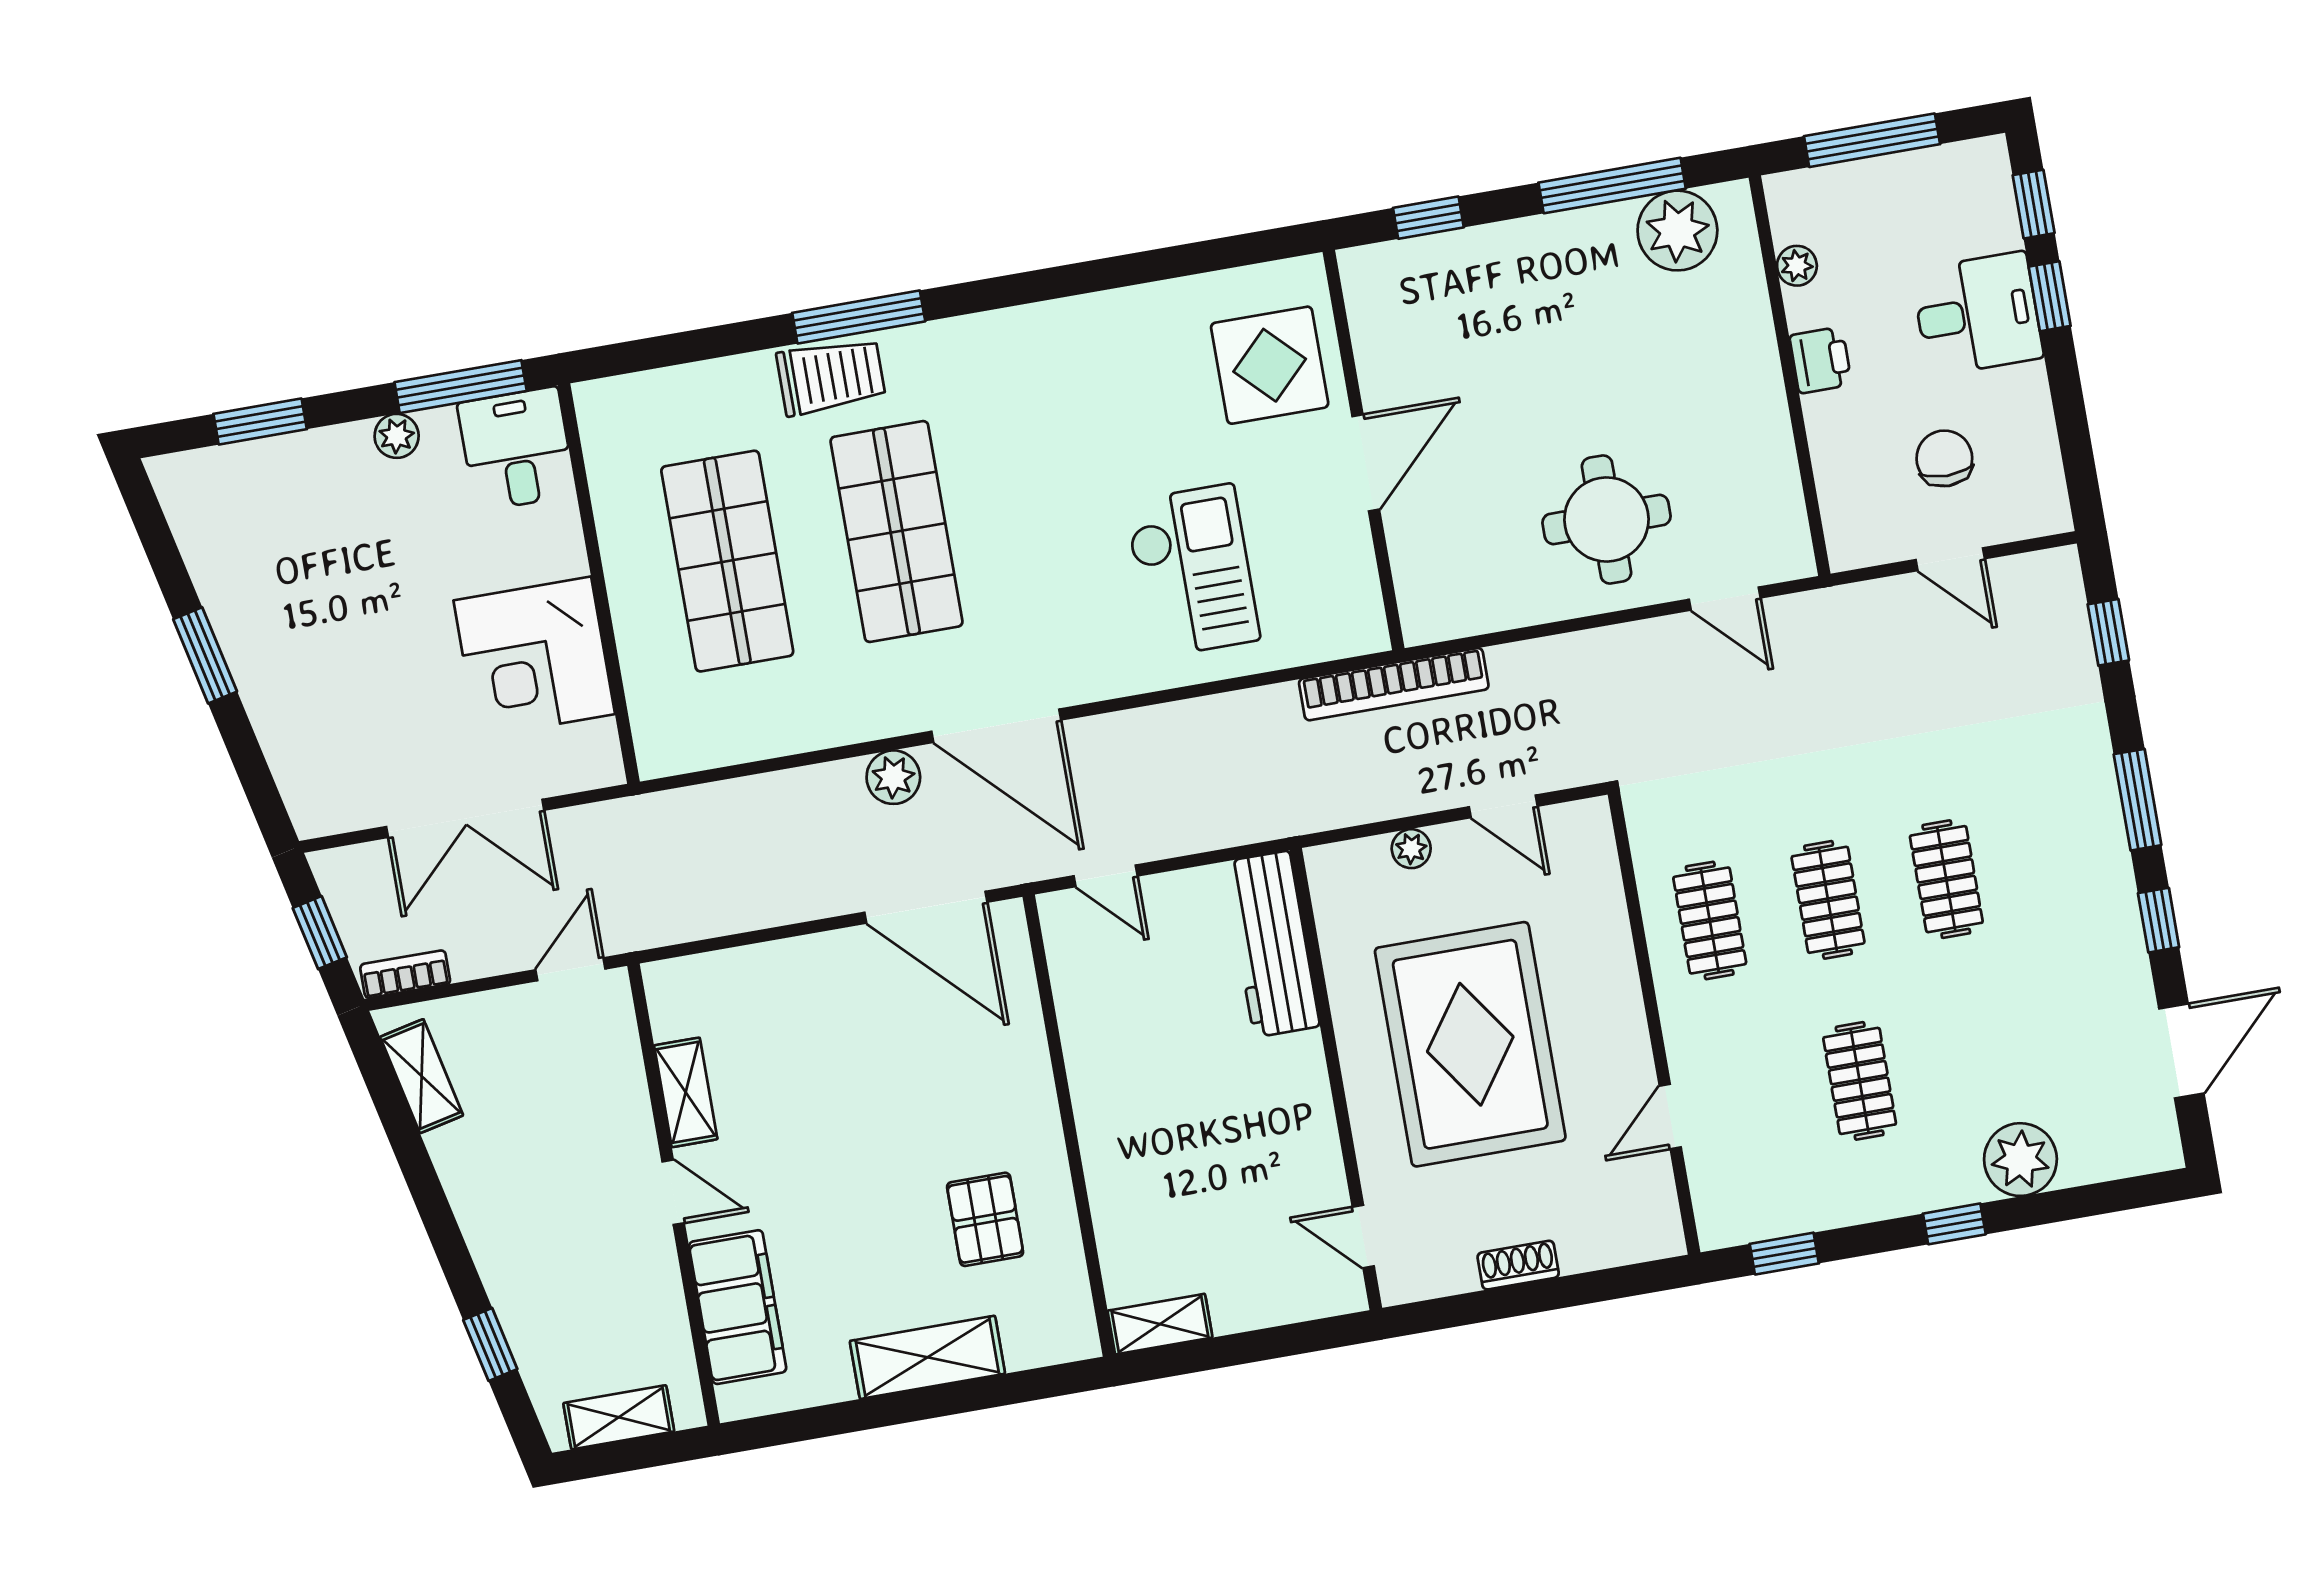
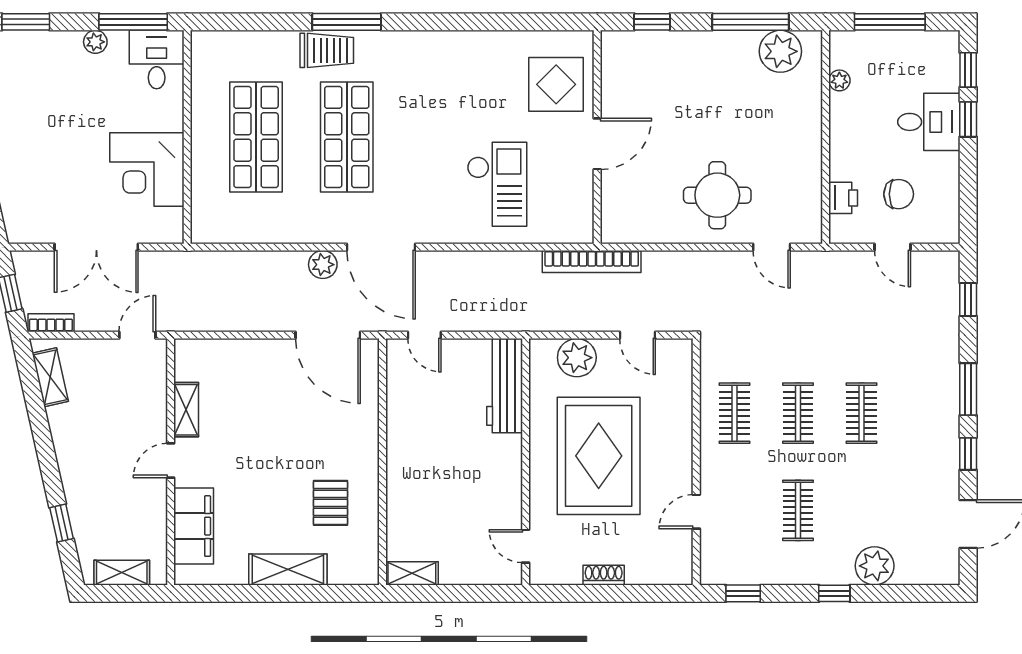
printer: (1821, 360) -> (843, 198), moved
chair: (1944, 458) -> (899, 194), turned 90
plant: (1411, 849) -> (577, 358), width x1.87, depth x1.87
door: (673, 1192) -> (171, 461), swing flipped

